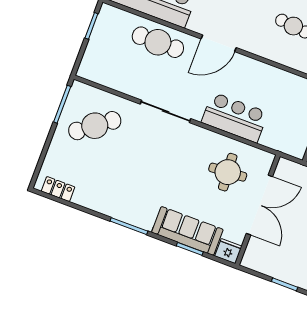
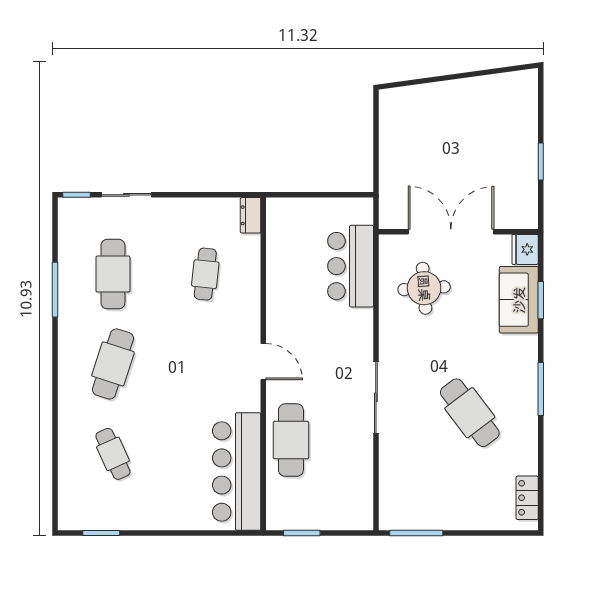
door: (219, 43) -> (263, 362), width x0.73
bar counter: (235, 117) -> (351, 266), moved
cafe table: (95, 126) -> (470, 413), moved
sofa: (187, 231) -> (519, 300), width x0.73

